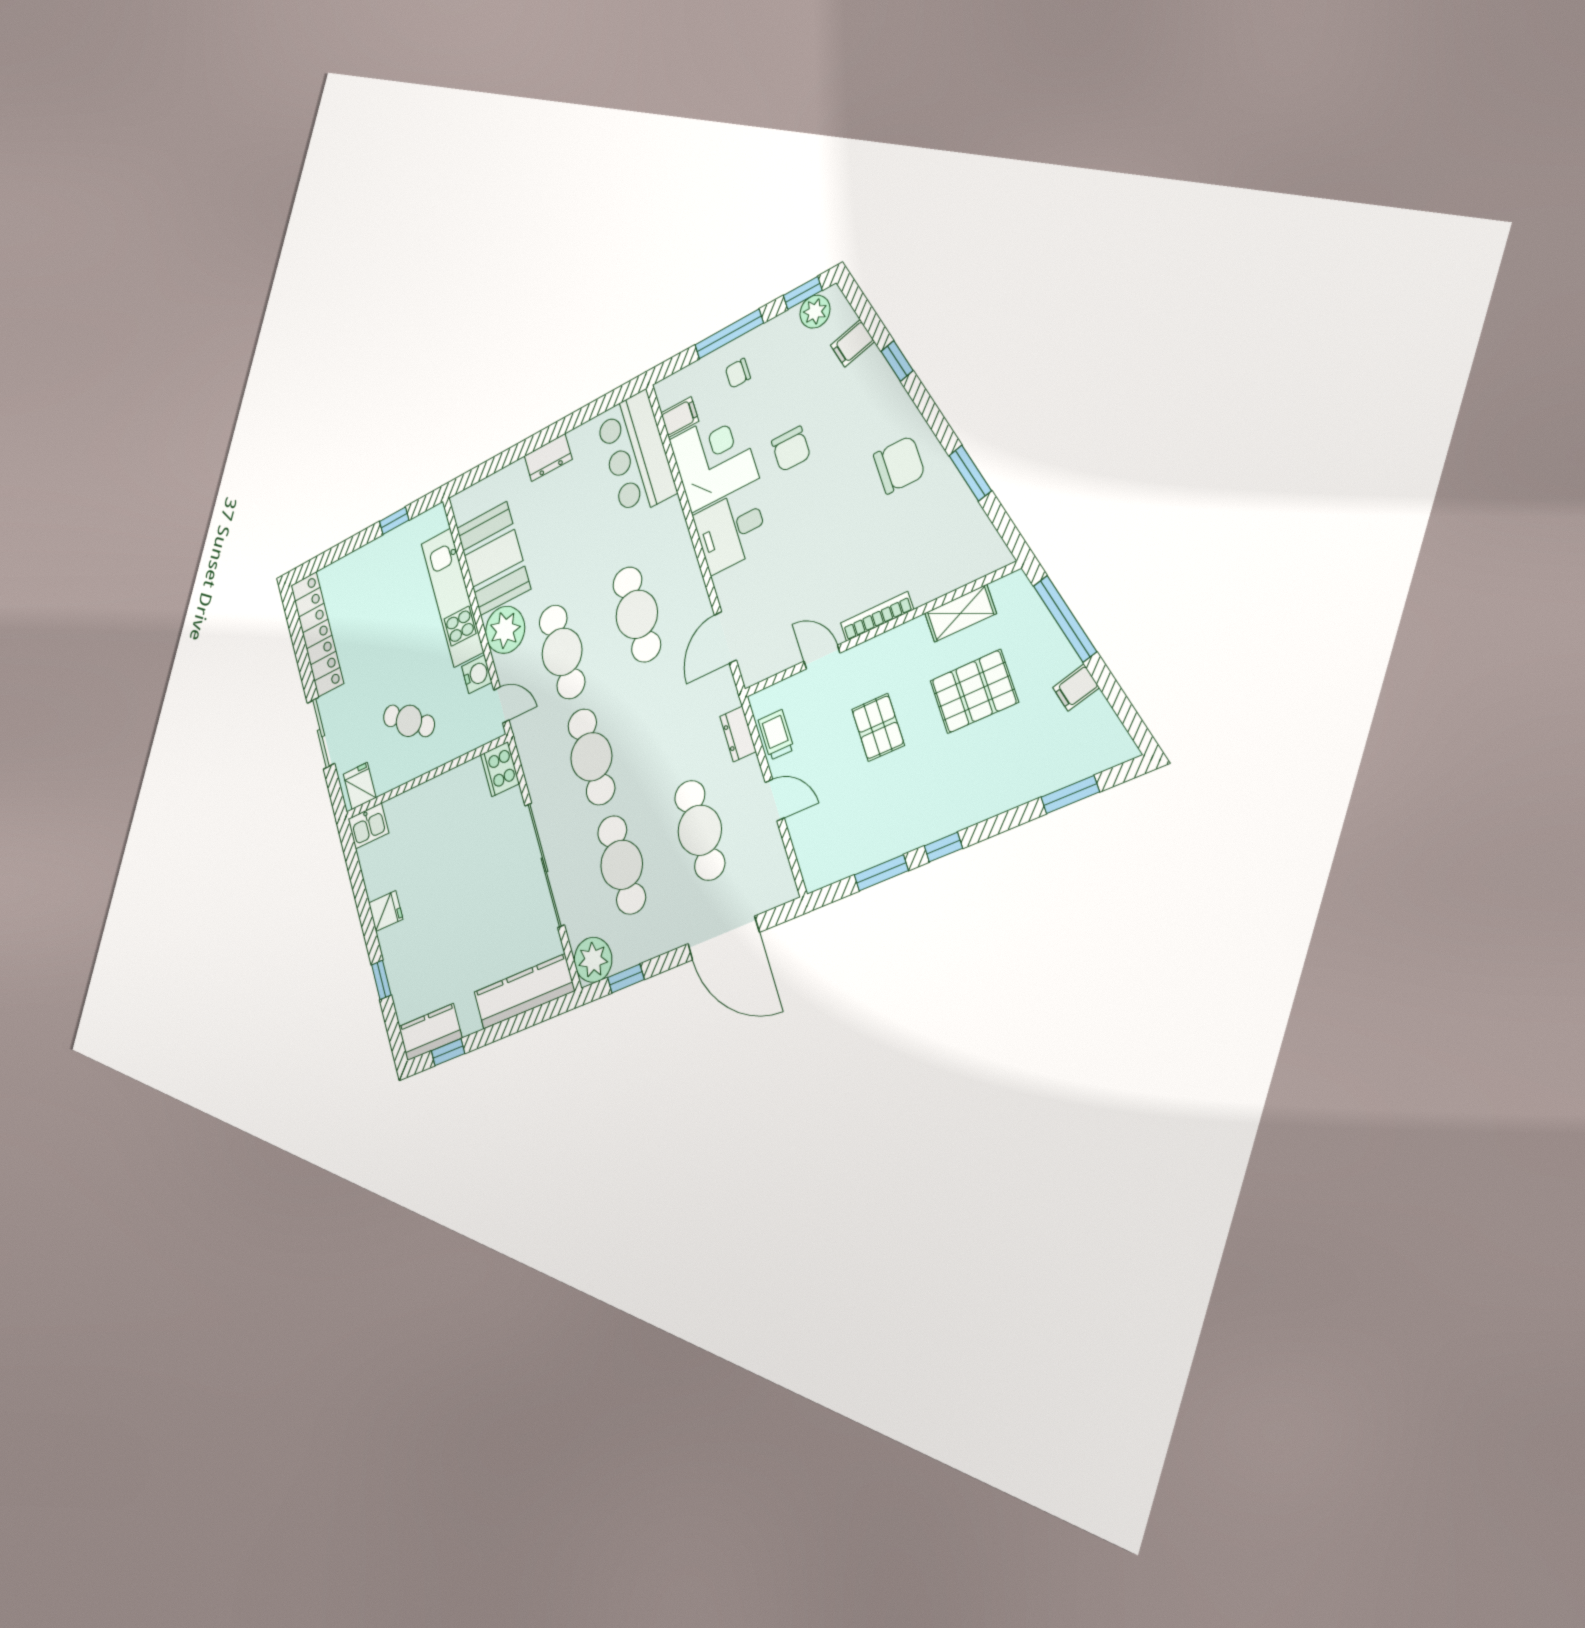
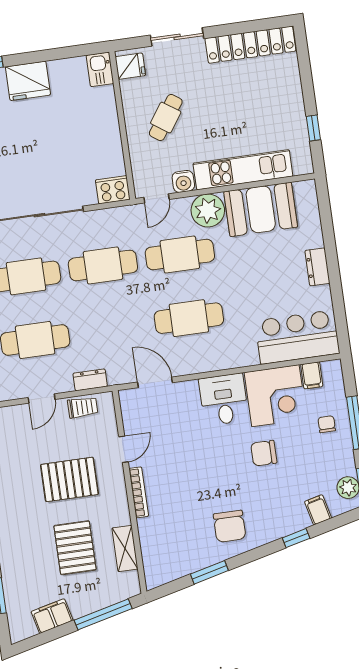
filing cabinet: (1076, 688) -> (52, 616), width x2.00
pallet: (878, 727) -> (69, 479), width x1.50, depth x1.42
fridge: (386, 911) -> (28, 81), width x1.88, depth x1.34

